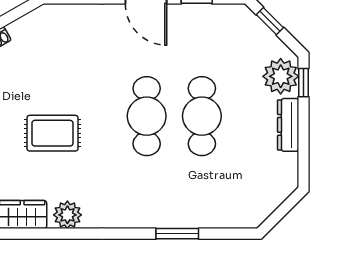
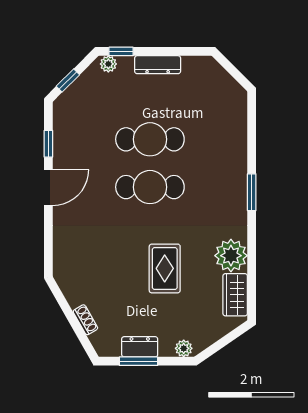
plant: (281, 76) -> (108, 64), width x0.53, depth x0.53
plant: (67, 215) -> (231, 256), width x1.36, depth x1.36
window: (177, 234) -> (252, 192), moved

